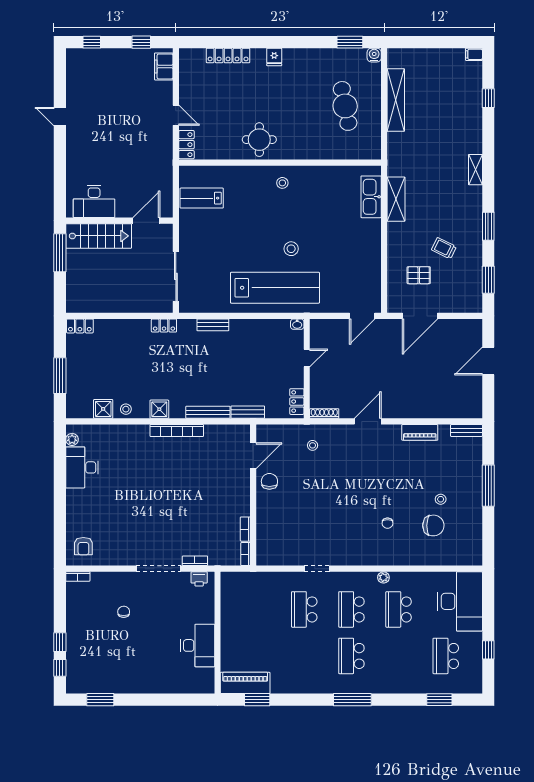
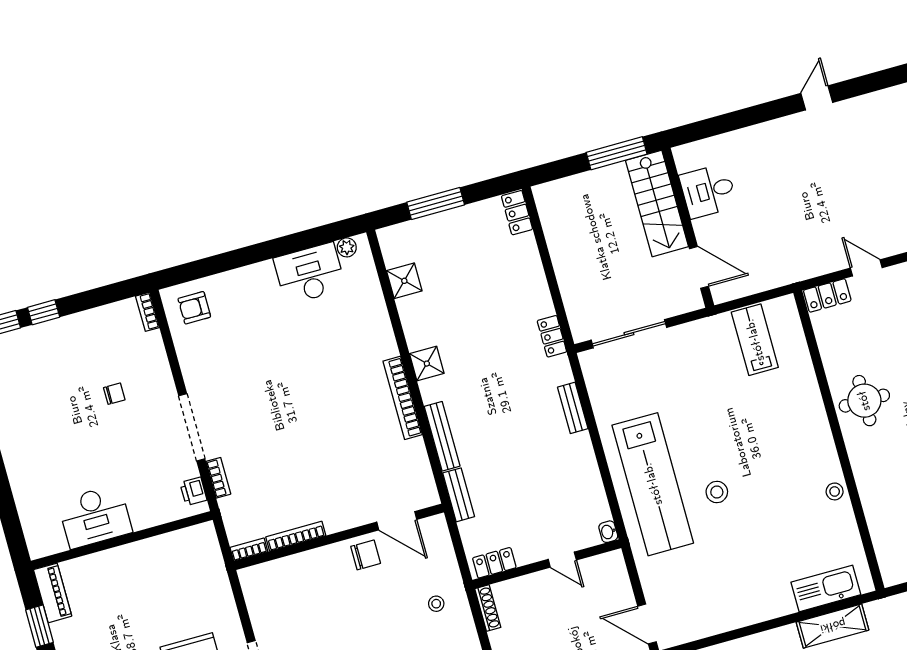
door: (176, 115) -> (866, 268), swing flipped
stool: (282, 183) -> (835, 491), moved
desk: (94, 201) -> (708, 191), width x0.73
stool: (126, 409) -> (413, 314), removed
bookcase: (245, 529) -> (296, 536), width x1.56
piano: (245, 683) -> (53, 593), width x0.73, depth x0.75

